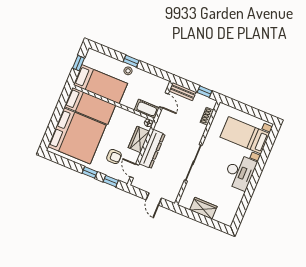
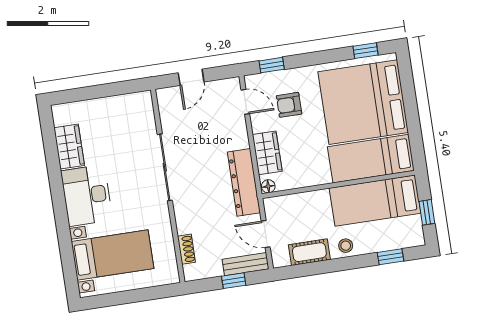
window: (131, 61) -> (391, 257), moved
window: (205, 92) -> (234, 281), moved
cot: (147, 109) -> (309, 252), moved
dresser: (152, 149) -> (244, 182), moved
window: (90, 172) -> (365, 51), moved
door: (154, 199) -> (191, 77), swing flipped
wardrobe: (203, 208) -> (69, 147), moved, turned -90

